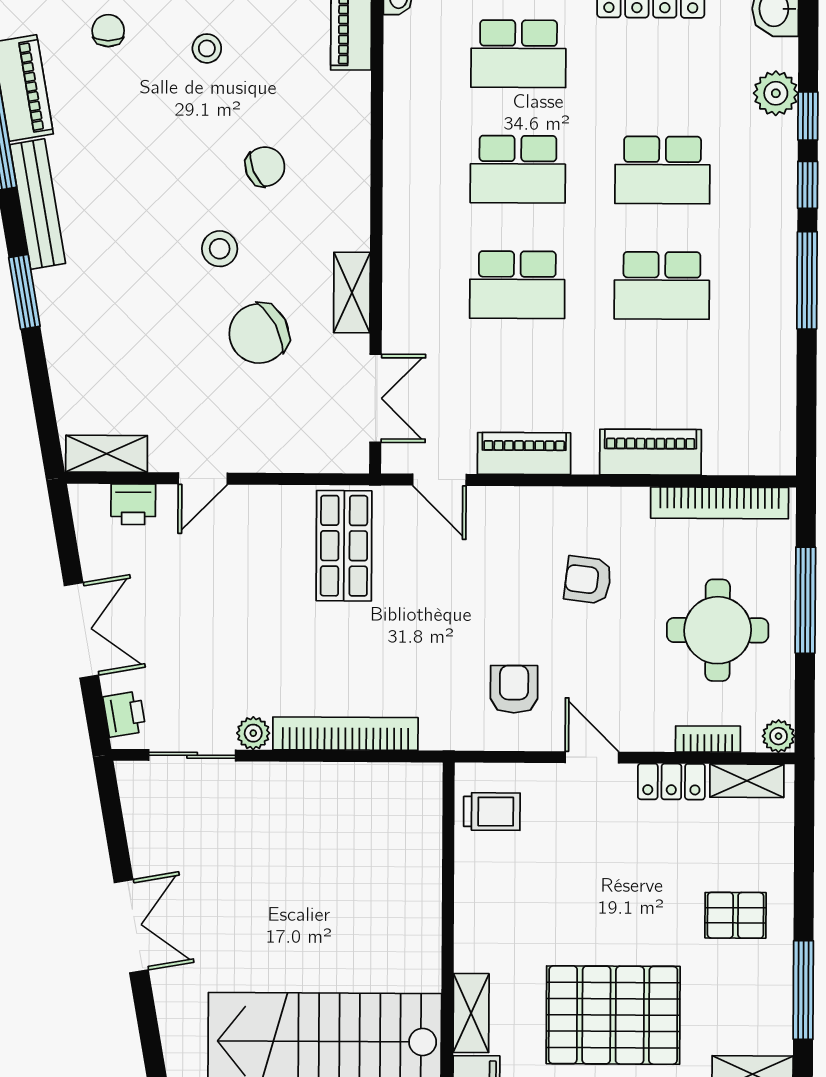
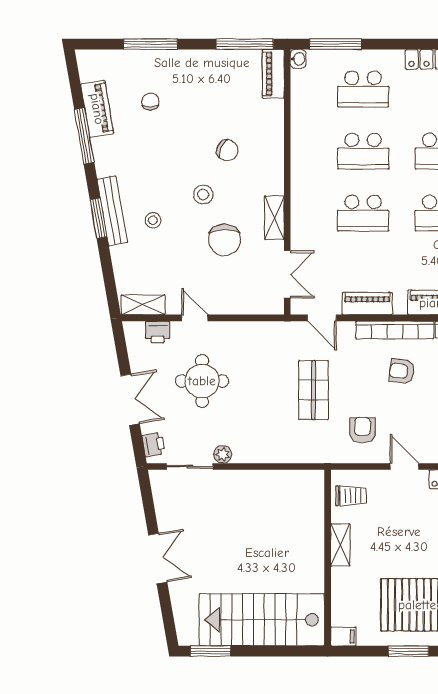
chair: (108, 31) -> (150, 101), moved
stool: (207, 48) -> (153, 220), moved
chair: (265, 167) -> (227, 150), turned 48
bench: (38, 204) -> (112, 211), moved
chair: (259, 333) -> (225, 240), turned -62
door: (203, 479) -> (195, 318), swing flipped
shop shelf: (344, 546) -> (314, 390), moved
round table: (216, 596) -> (202, 381), added
bookcase: (345, 734) -> (395, 330), moved, turned 180
shelving: (471, 1013) -> (340, 545), moved

